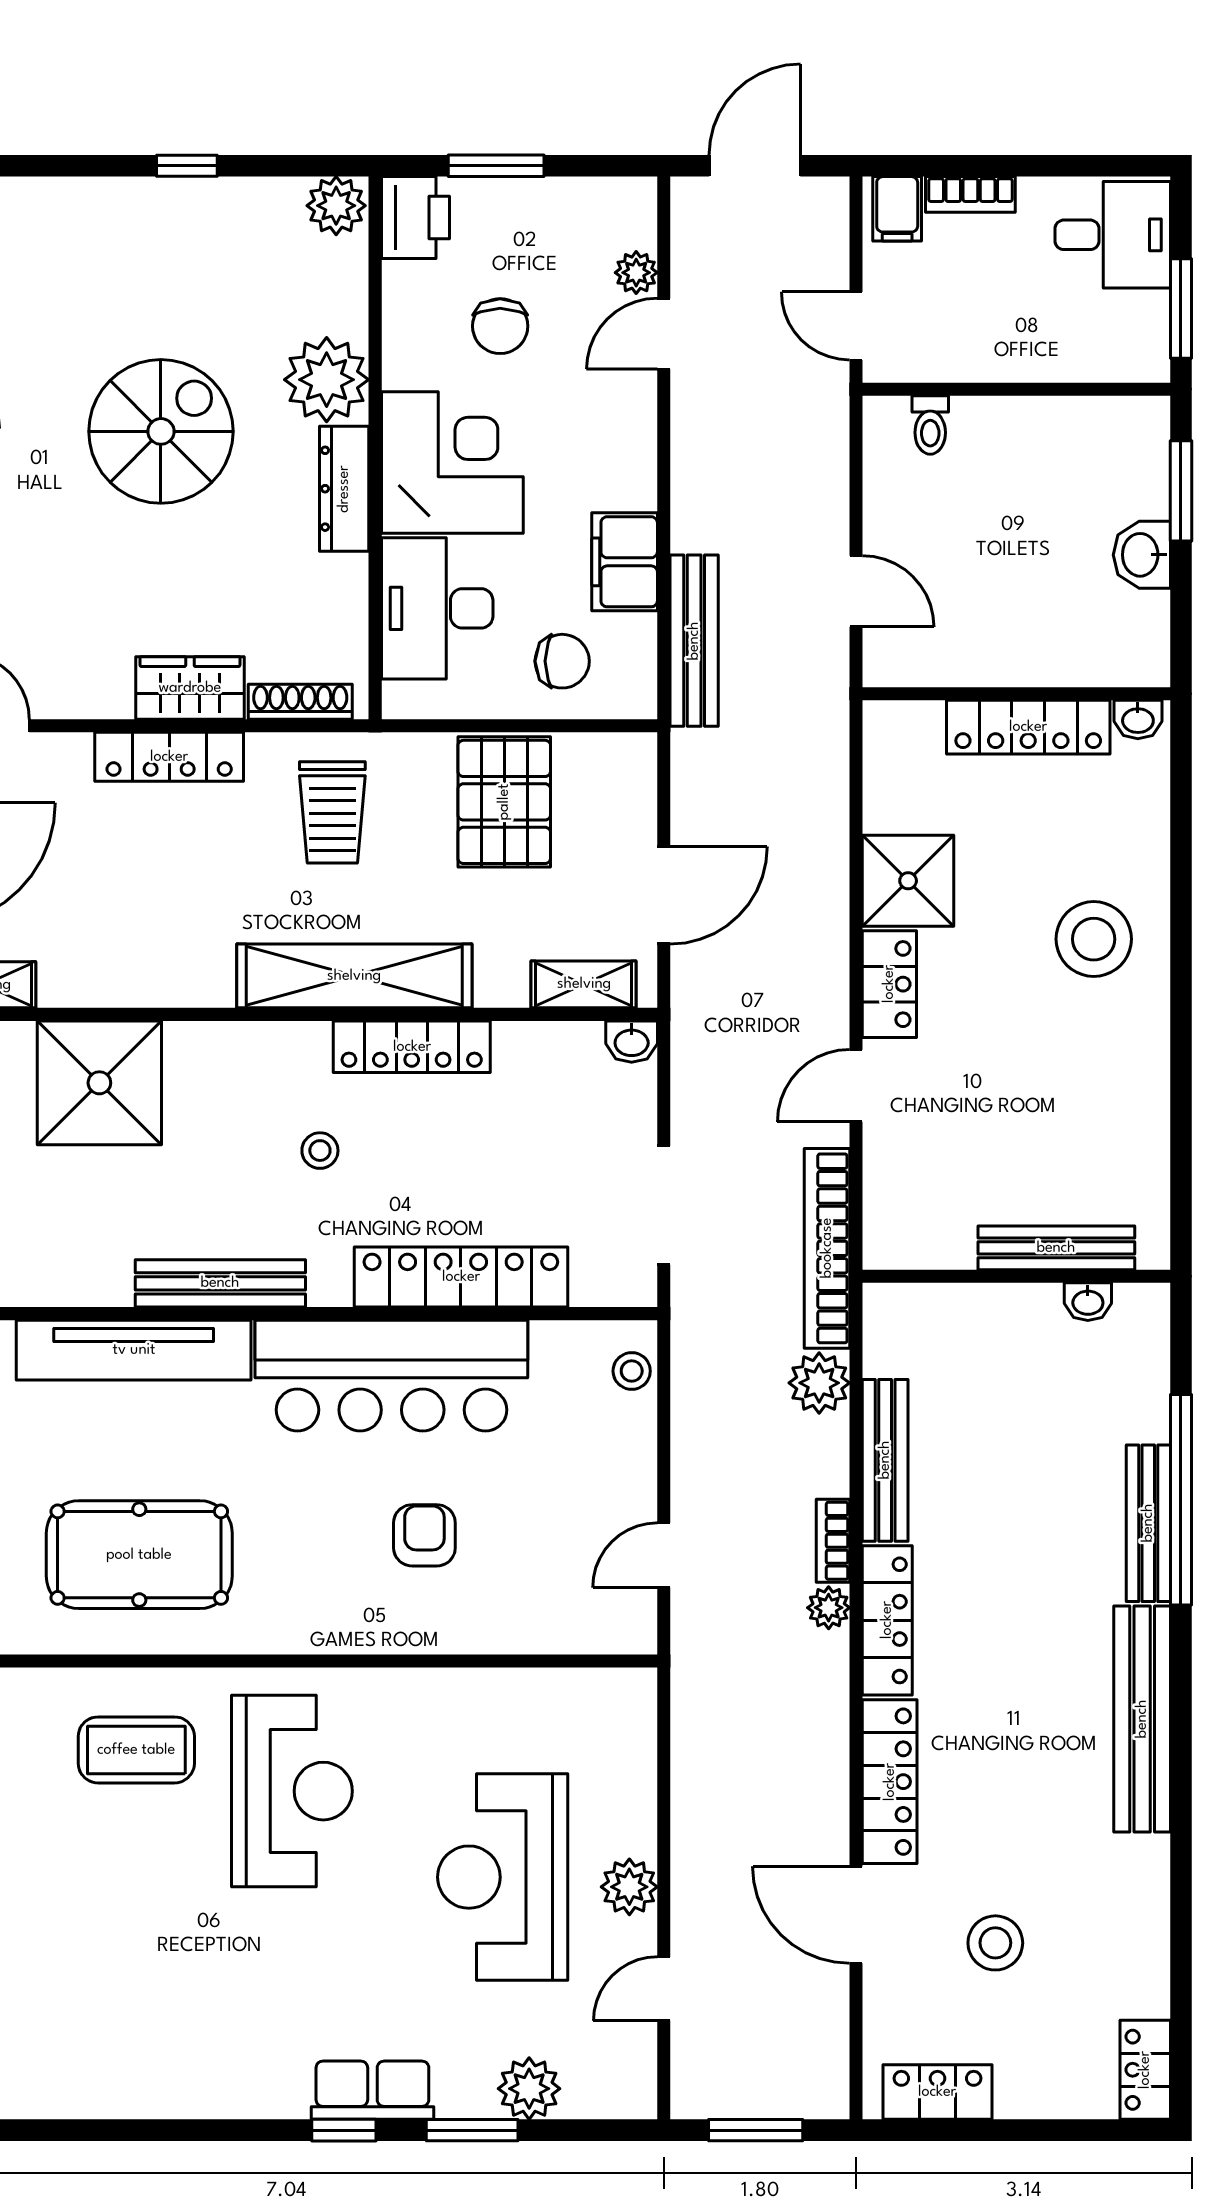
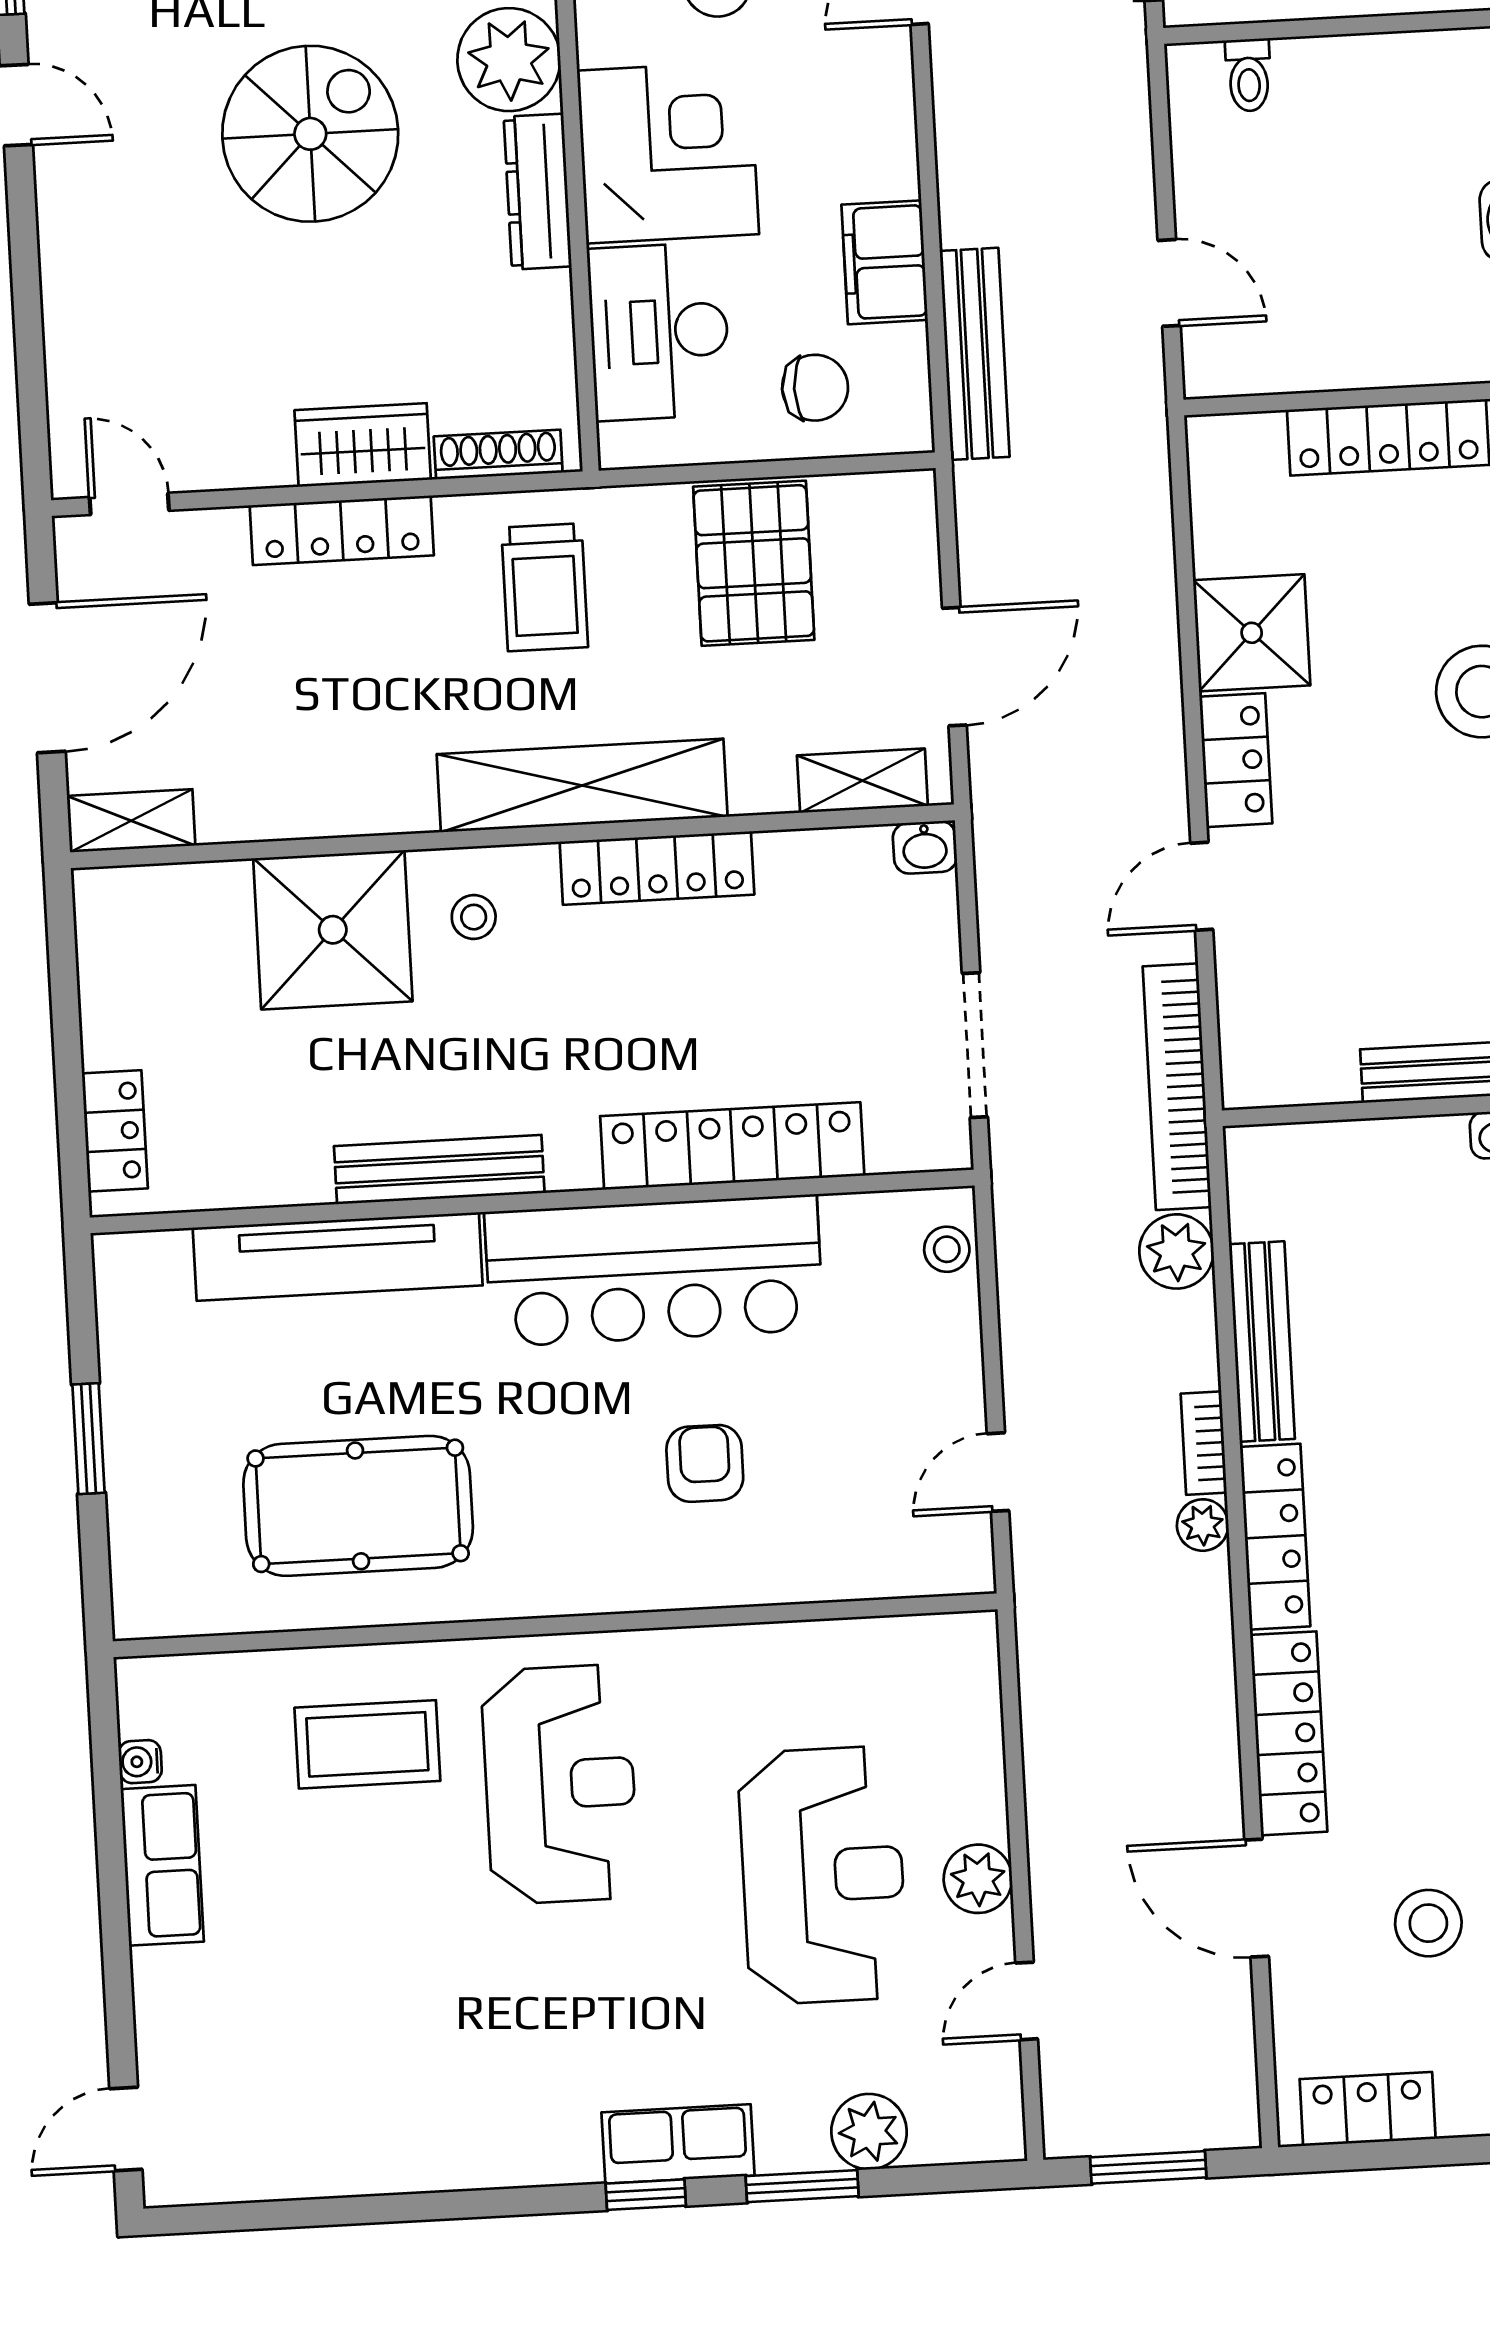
shower: (99, 1083) -> (333, 930), moved
stool: (320, 1151) -> (474, 917), moved
reception desk: (503, 1877) -> (823, 1875), turned 180

